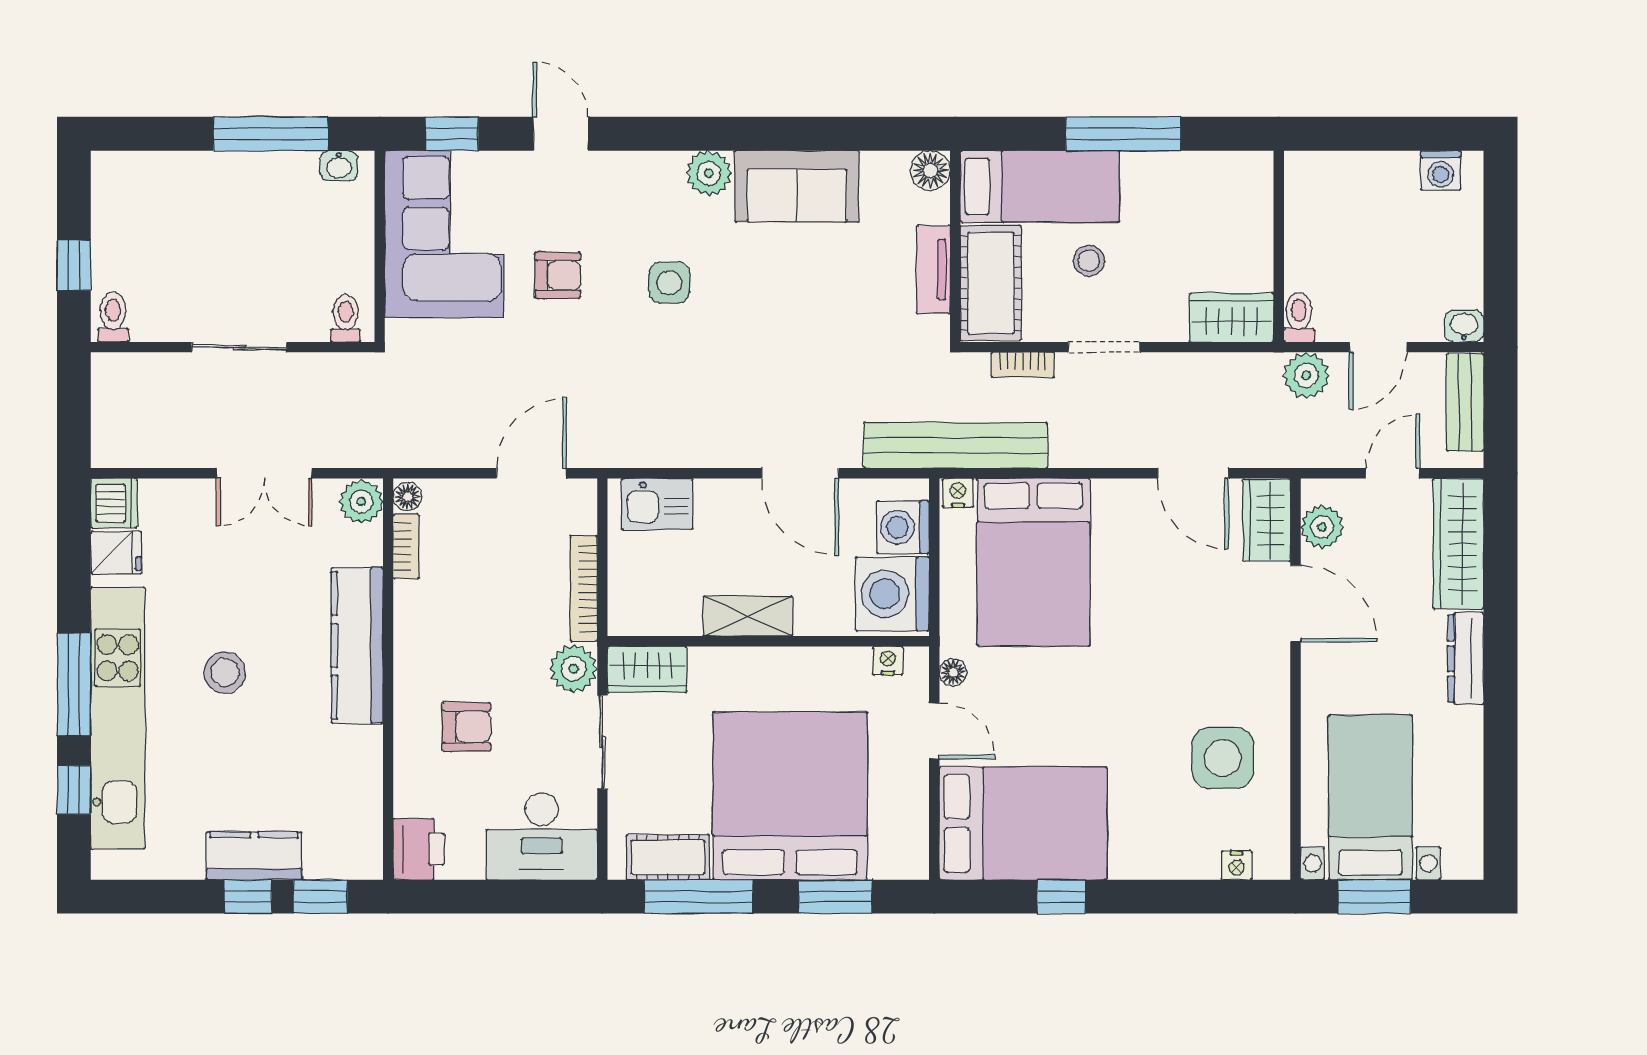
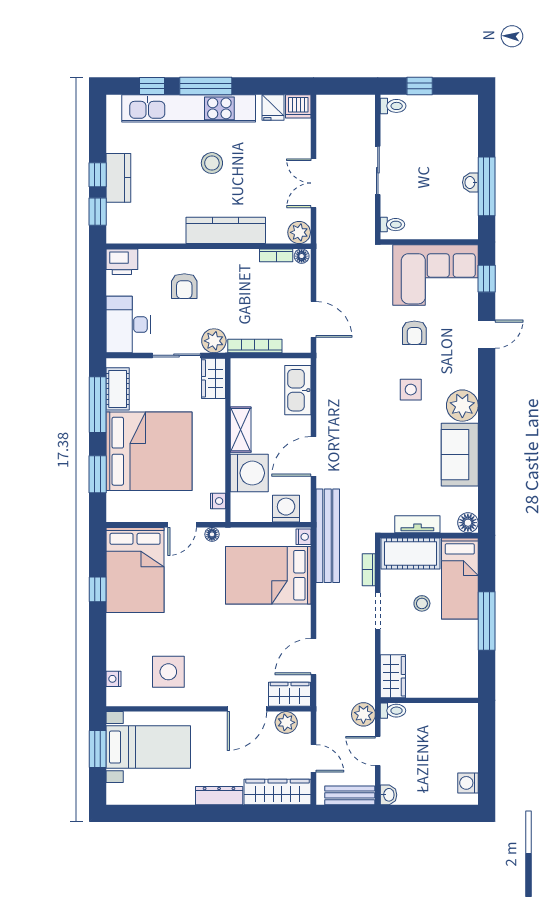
washbasin: (339, 166) -> (470, 182), moved
plant: (709, 173) -> (462, 406), width x1.36, depth x1.36
kitchen sink: (657, 504) -> (298, 390), width x1.38
washing machine: (892, 594) -> (249, 473), moved, turned 90

